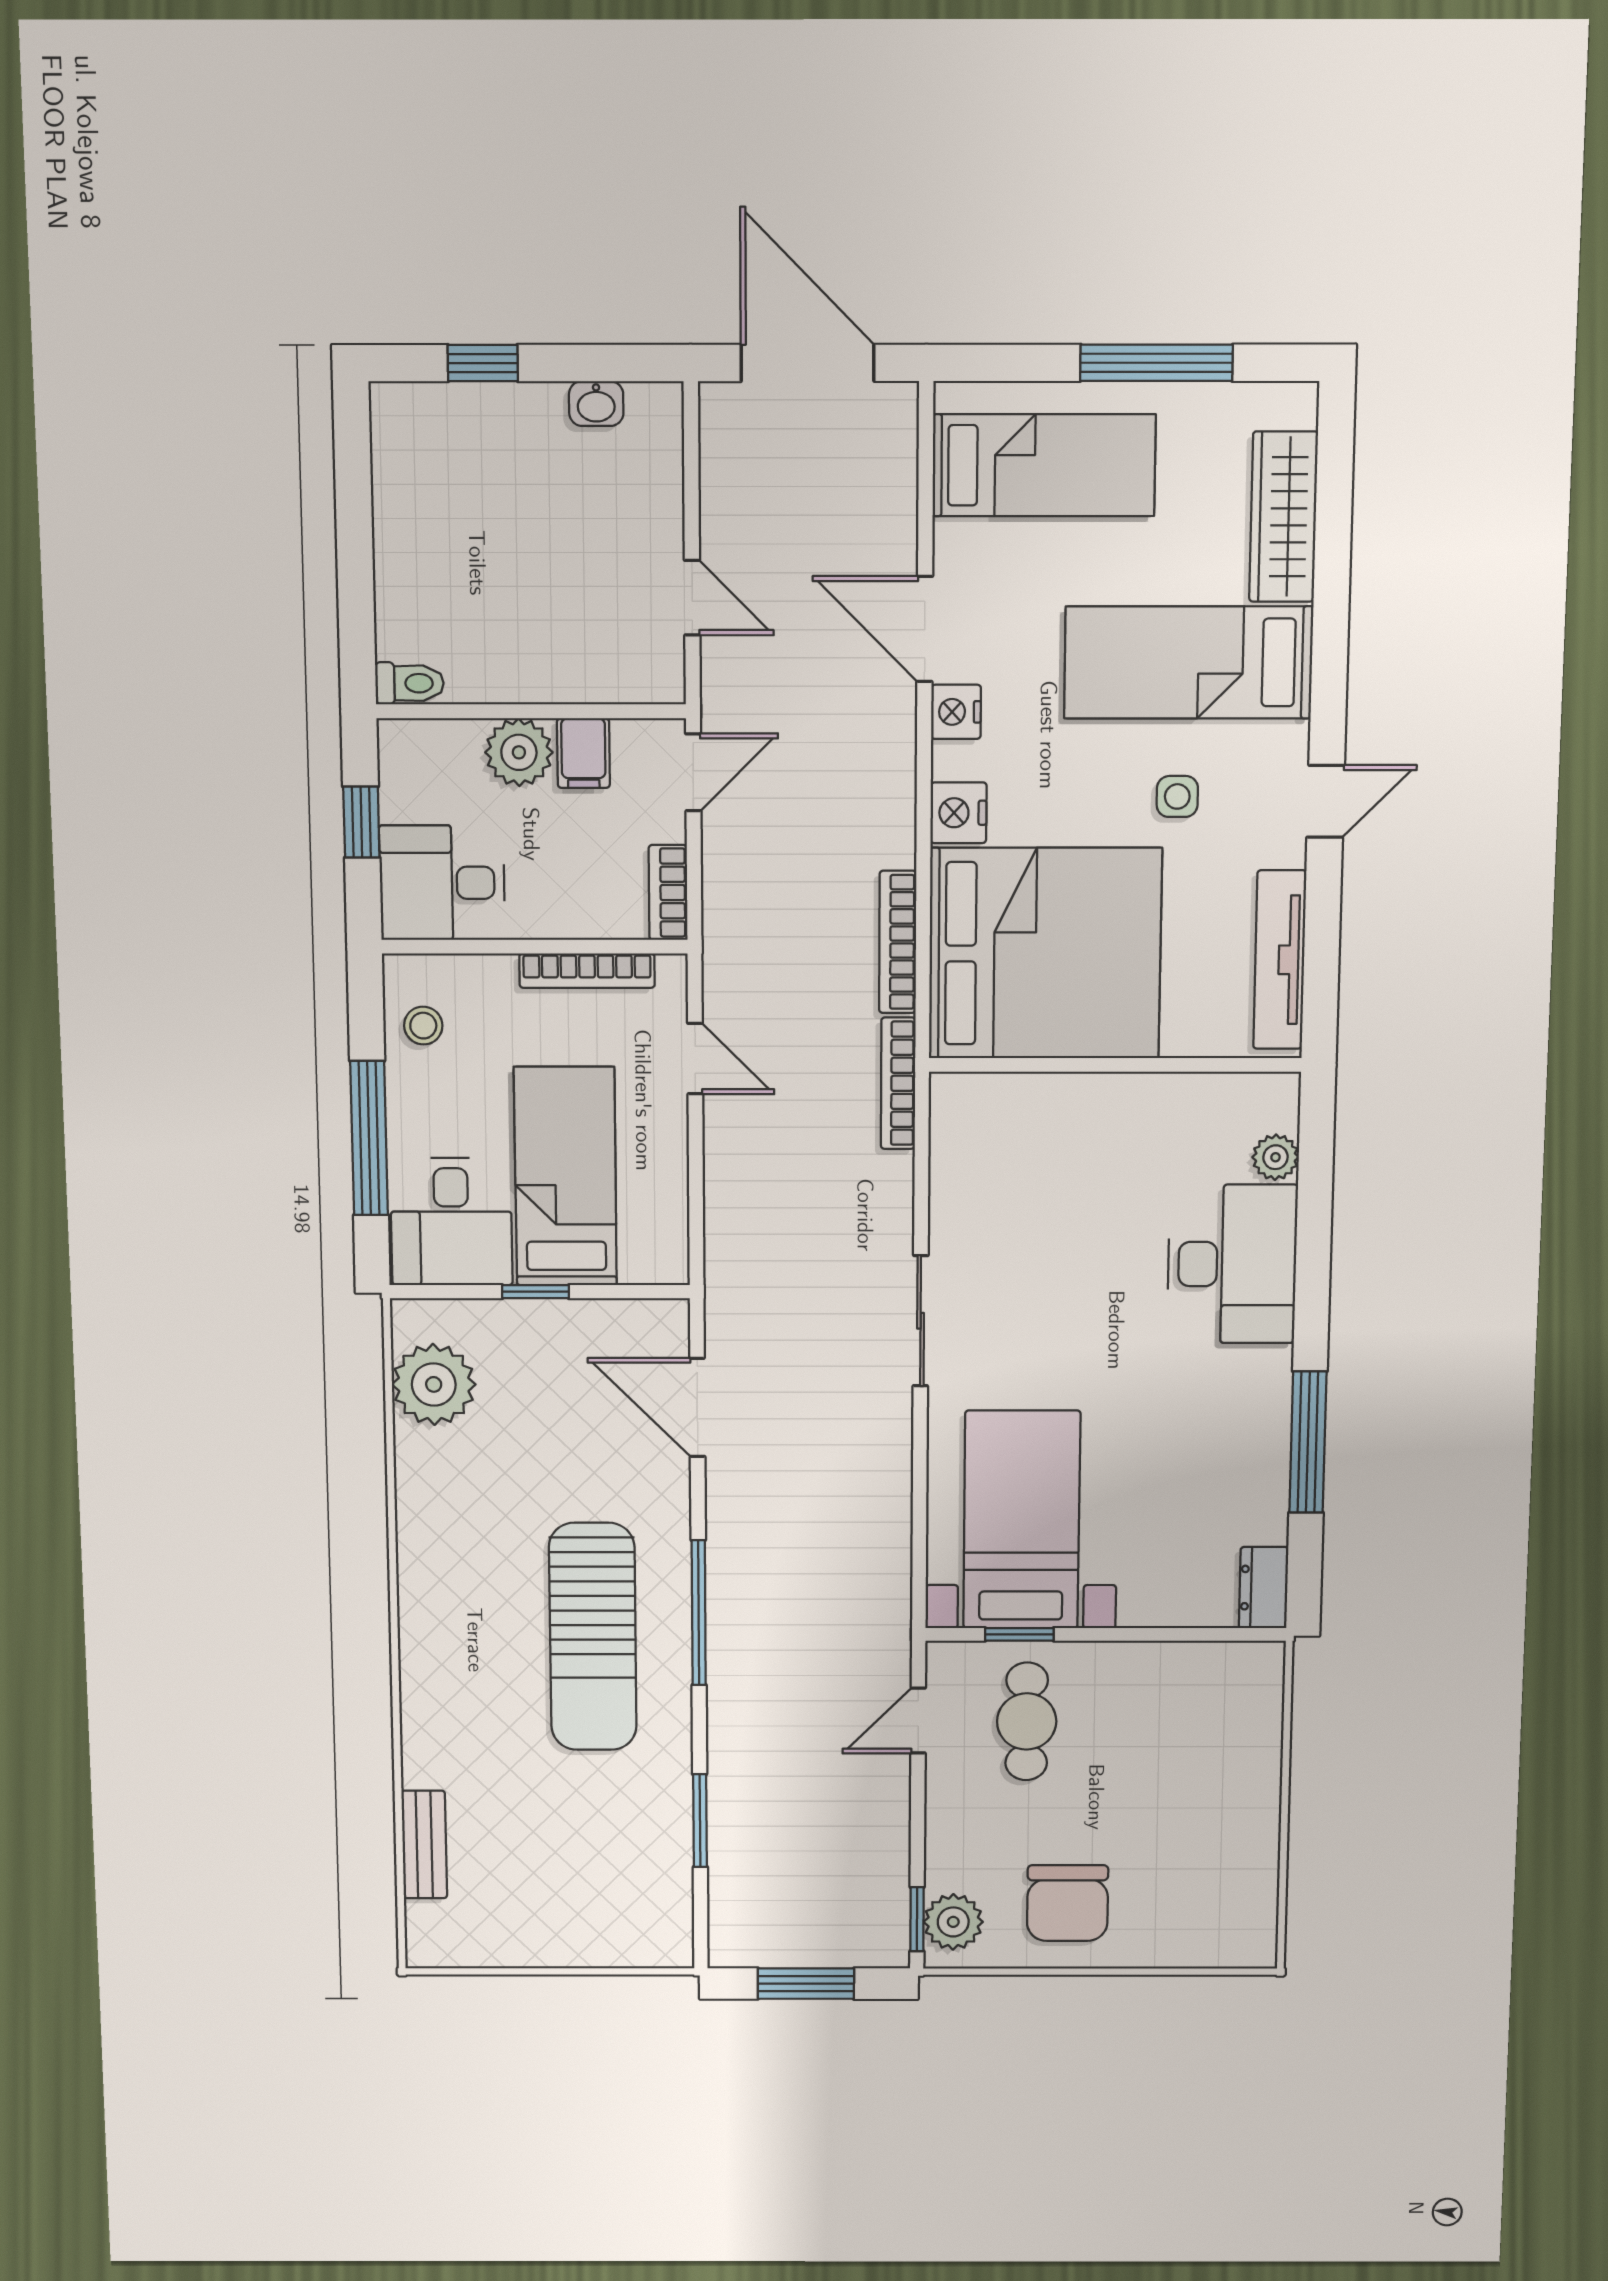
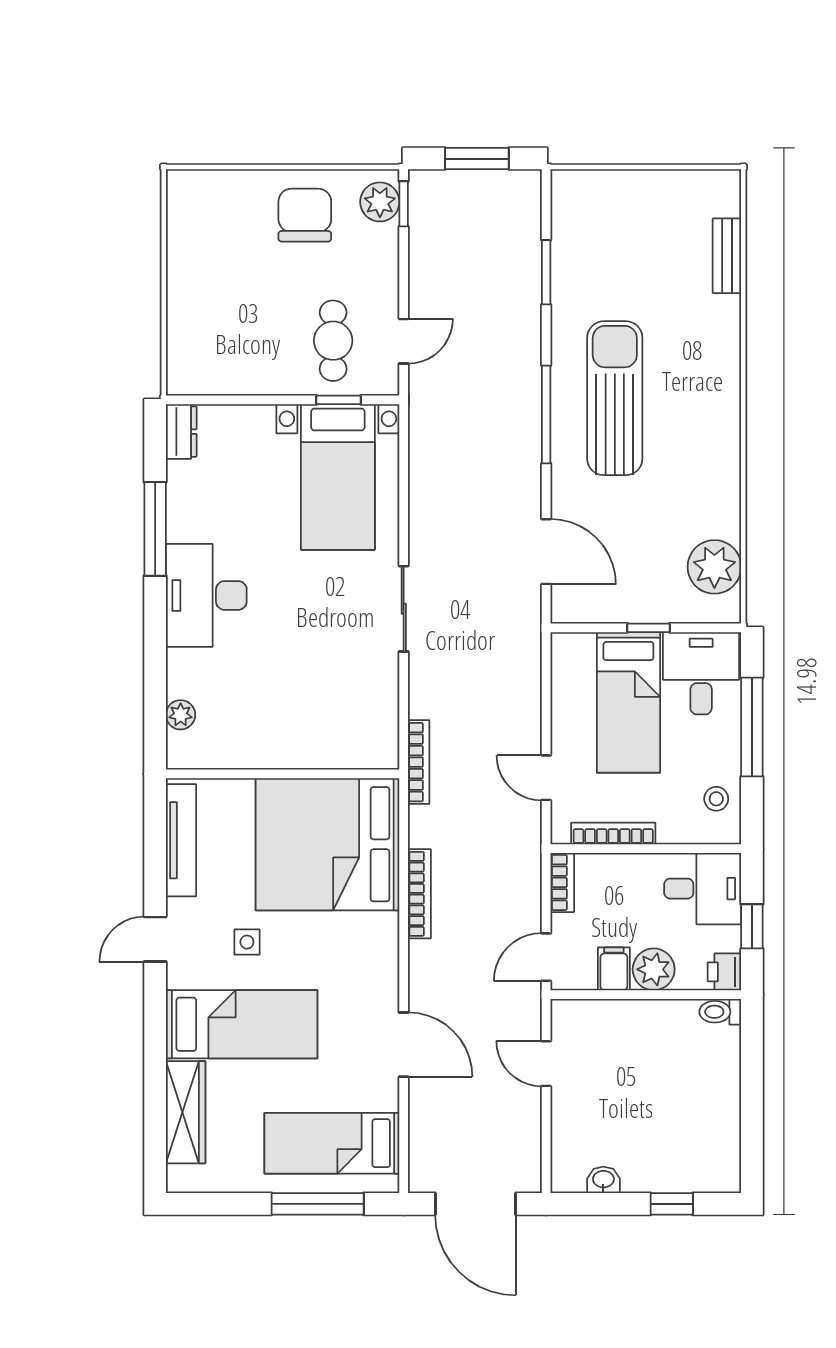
window: (1156, 363) -> (318, 1204), moved
nightstand: (956, 712) -> (384, 994), removed
printer: (404, 748) -> (724, 972), added
nightstand: (958, 813) -> (382, 932), removed
bookcase: (898, 942) -> (419, 894), moved
desk: (1232, 1264) -> (206, 595), moved

